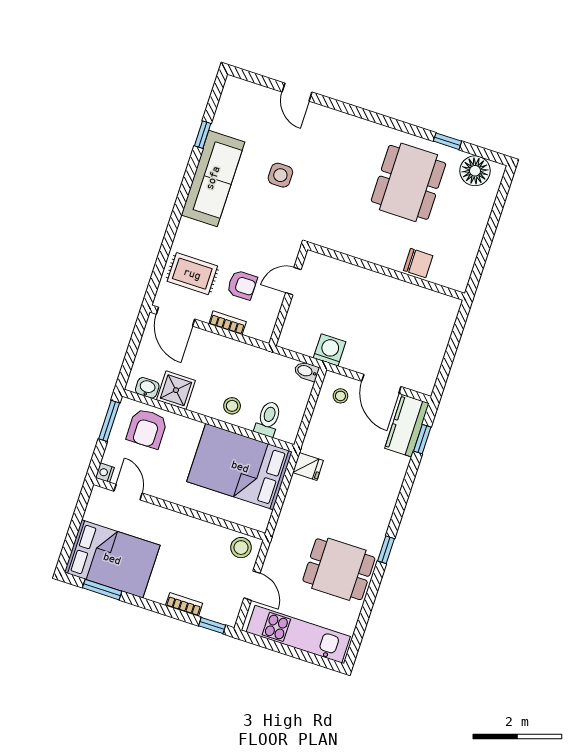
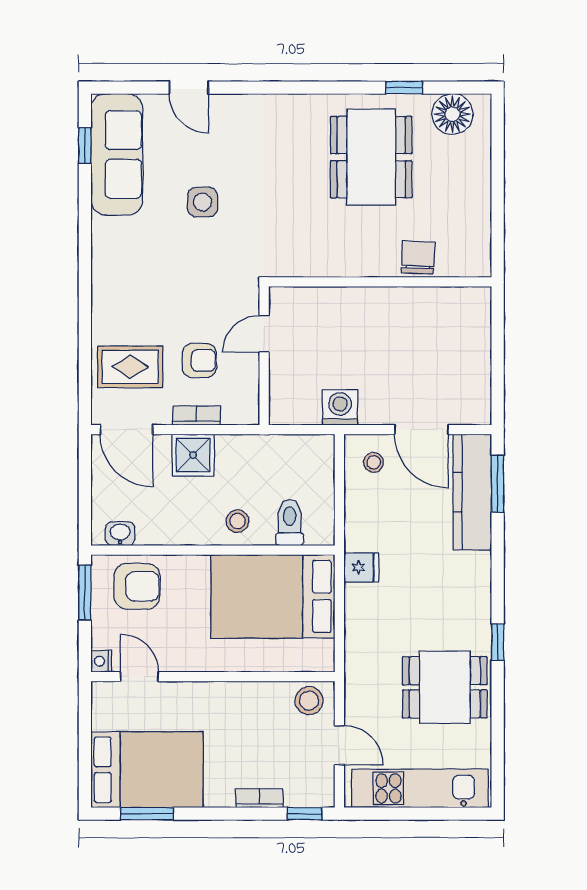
window: (203, 135) -> (85, 146), moved
sofa: (213, 178) -> (117, 154), moved
chair: (418, 263) -> (418, 258), turned -88
bidet: (306, 371) -> (319, 445), removed
shower: (176, 390) -> (193, 455), moved
kitchen counter: (407, 426) -> (472, 492), width x1.50
armchair: (147, 428) -> (137, 586), turned -90
window: (422, 439) -> (498, 484), width x1.50

